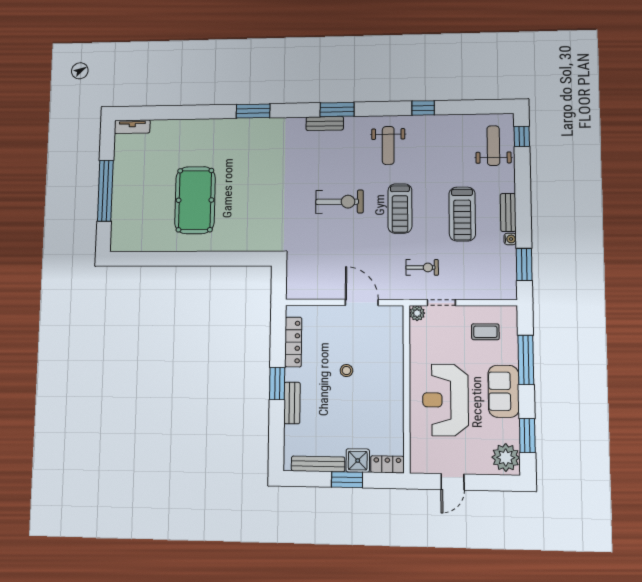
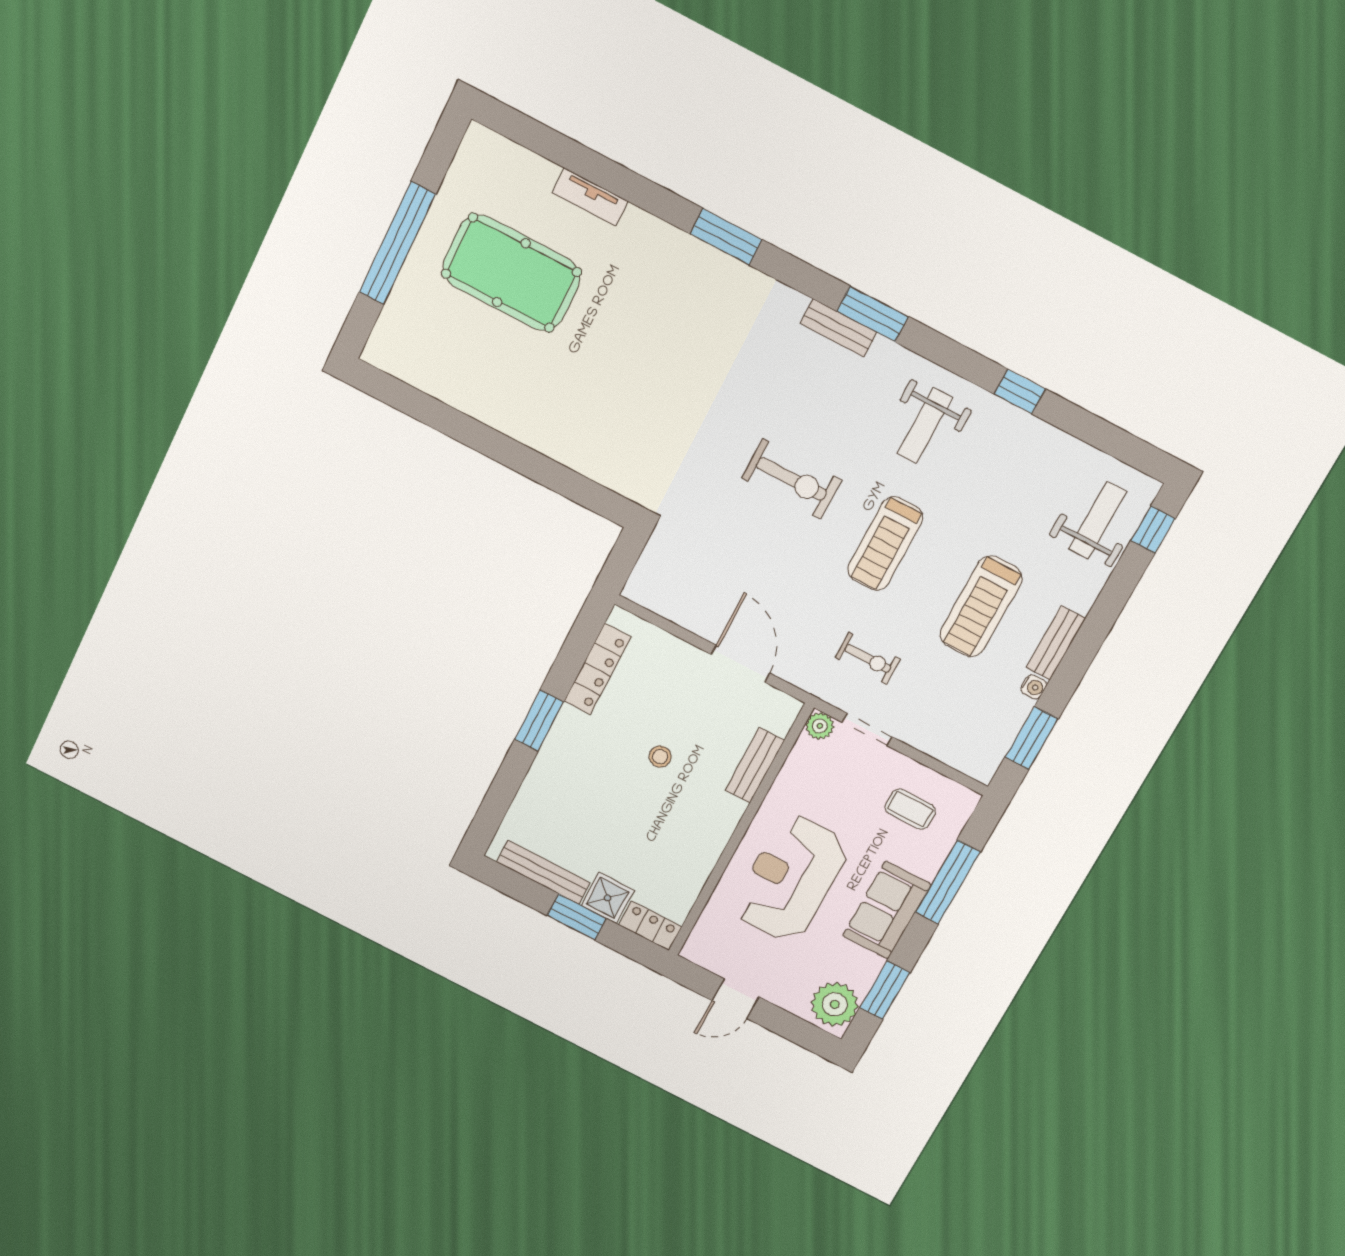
tv unit: (132, 127) -> (590, 197), moved
pool table: (195, 200) -> (511, 273), moved, turned 90
bench: (292, 403) -> (755, 765), moved

